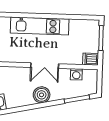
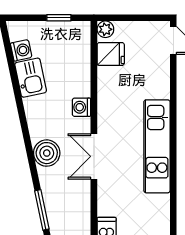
washing machine: (76, 74) -> (81, 107), moved

